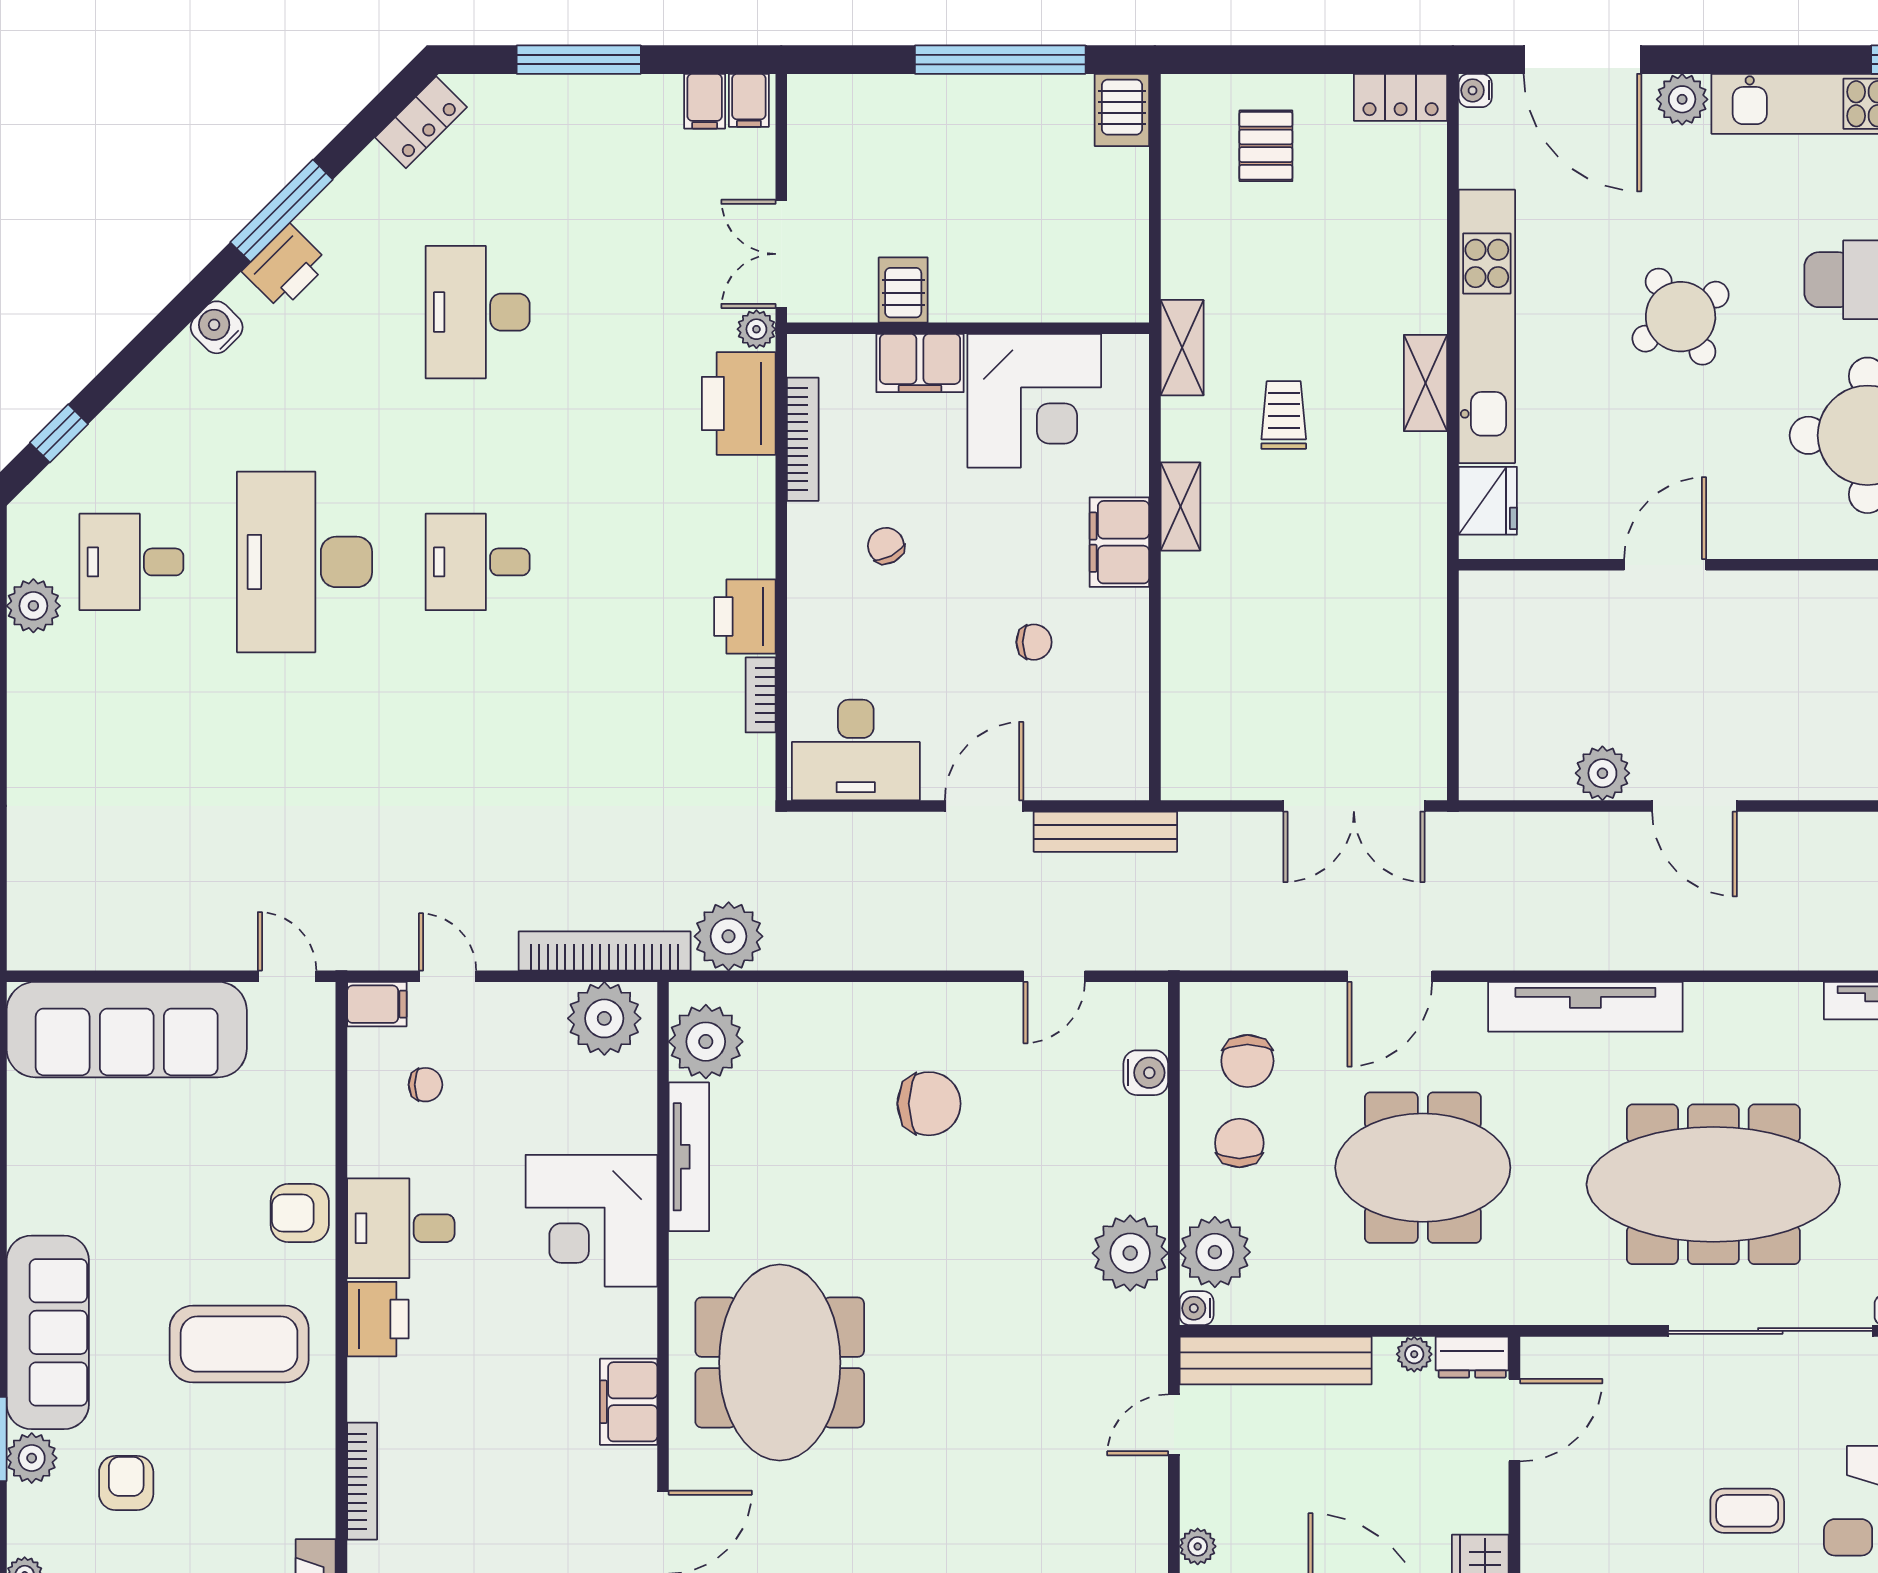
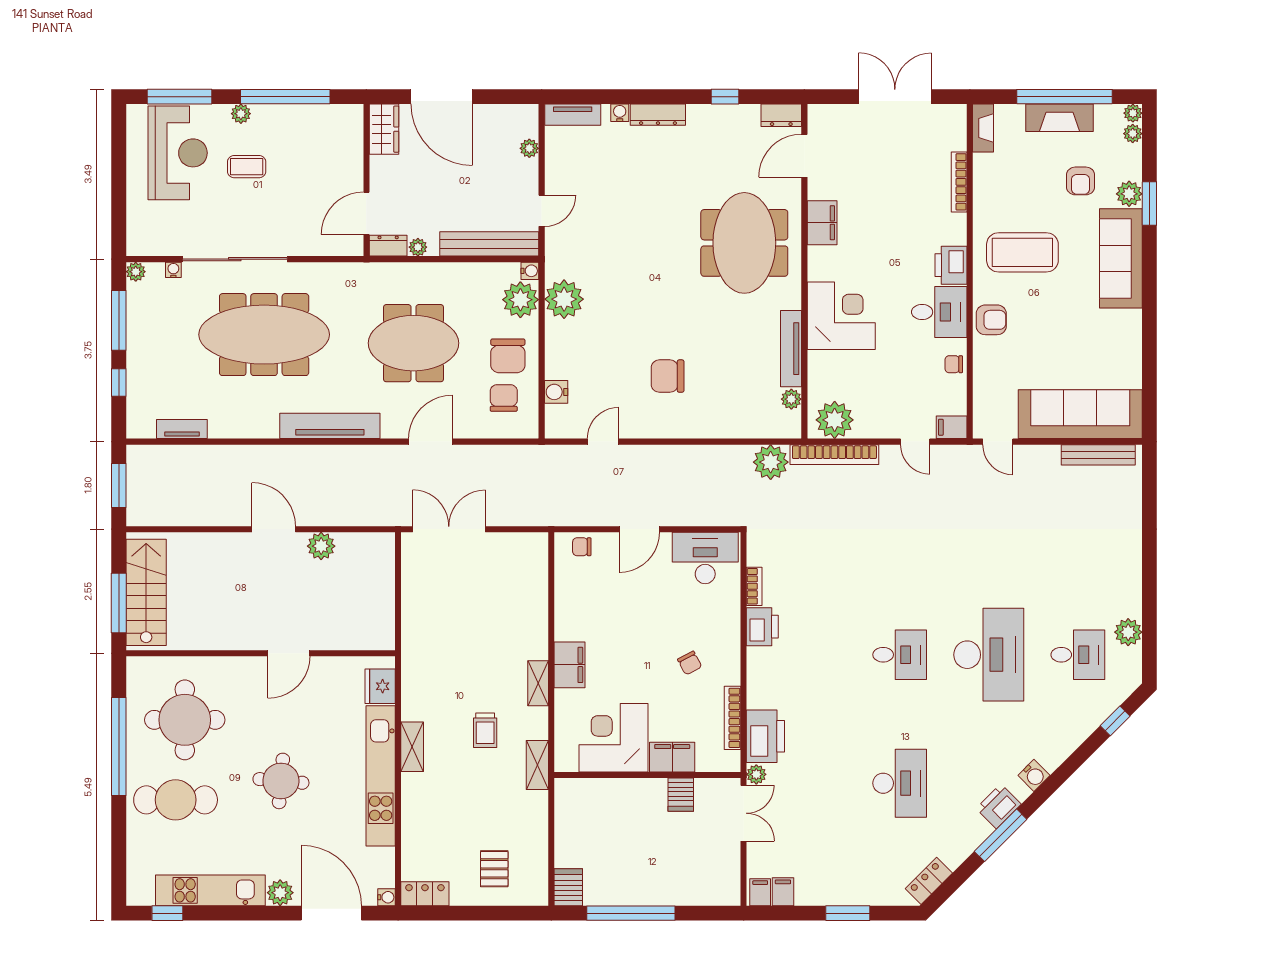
window: (579, 60) -> (848, 913), width x0.69
round table: (1681, 317) -> (281, 781), turned 37
chair: (1034, 642) -> (582, 547), moved
bench: (1105, 832) -> (1098, 455), moved
plant: (706, 1042) -> (791, 399), width x0.53, depth x0.53
chair: (425, 1085) -> (954, 364), moved
chair: (1239, 1143) -> (508, 356), width x1.37, depth x1.37

